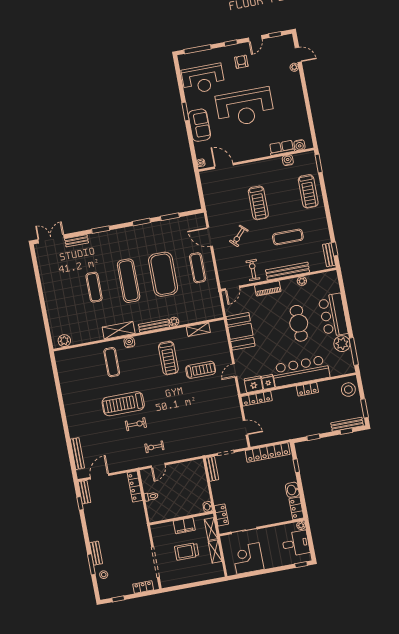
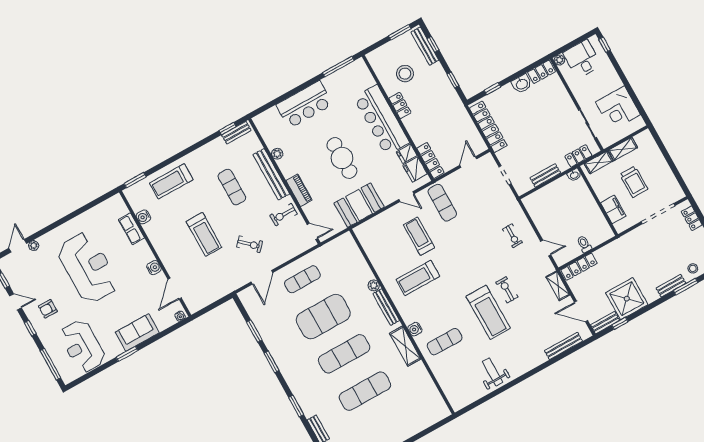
reception desk: (203, 79) -> (82, 346), turned 180
reception desk: (245, 107) -> (88, 268), moved
water cooler: (300, 145) -> (154, 268), moved
treadmill: (308, 191) -> (171, 181), turned 180
treadmill: (258, 203) -> (204, 234), turned 90
exercise mat: (94, 287) -> (365, 391), width x1.36, depth x1.45
cafe table: (299, 323) -> (342, 158), moved, turned 90
shelving: (198, 330) -> (558, 286), moved
plant: (64, 341) -> (438, 405), removed
plant: (342, 344) -> (334, 83), removed
treadmill: (168, 358) -> (418, 278), turned 180
stool: (348, 390) -> (405, 74), moved
weight bench: (76, 392) -> (493, 372), added
exercise mat: (221, 397) -> (442, 203), added
exercise bike: (154, 447) -> (512, 236), moved
bench: (212, 469) -> (545, 175), moved
shower: (97, 515) -> (627, 299), added
filing cabinet: (184, 526) -> (613, 209), moved

